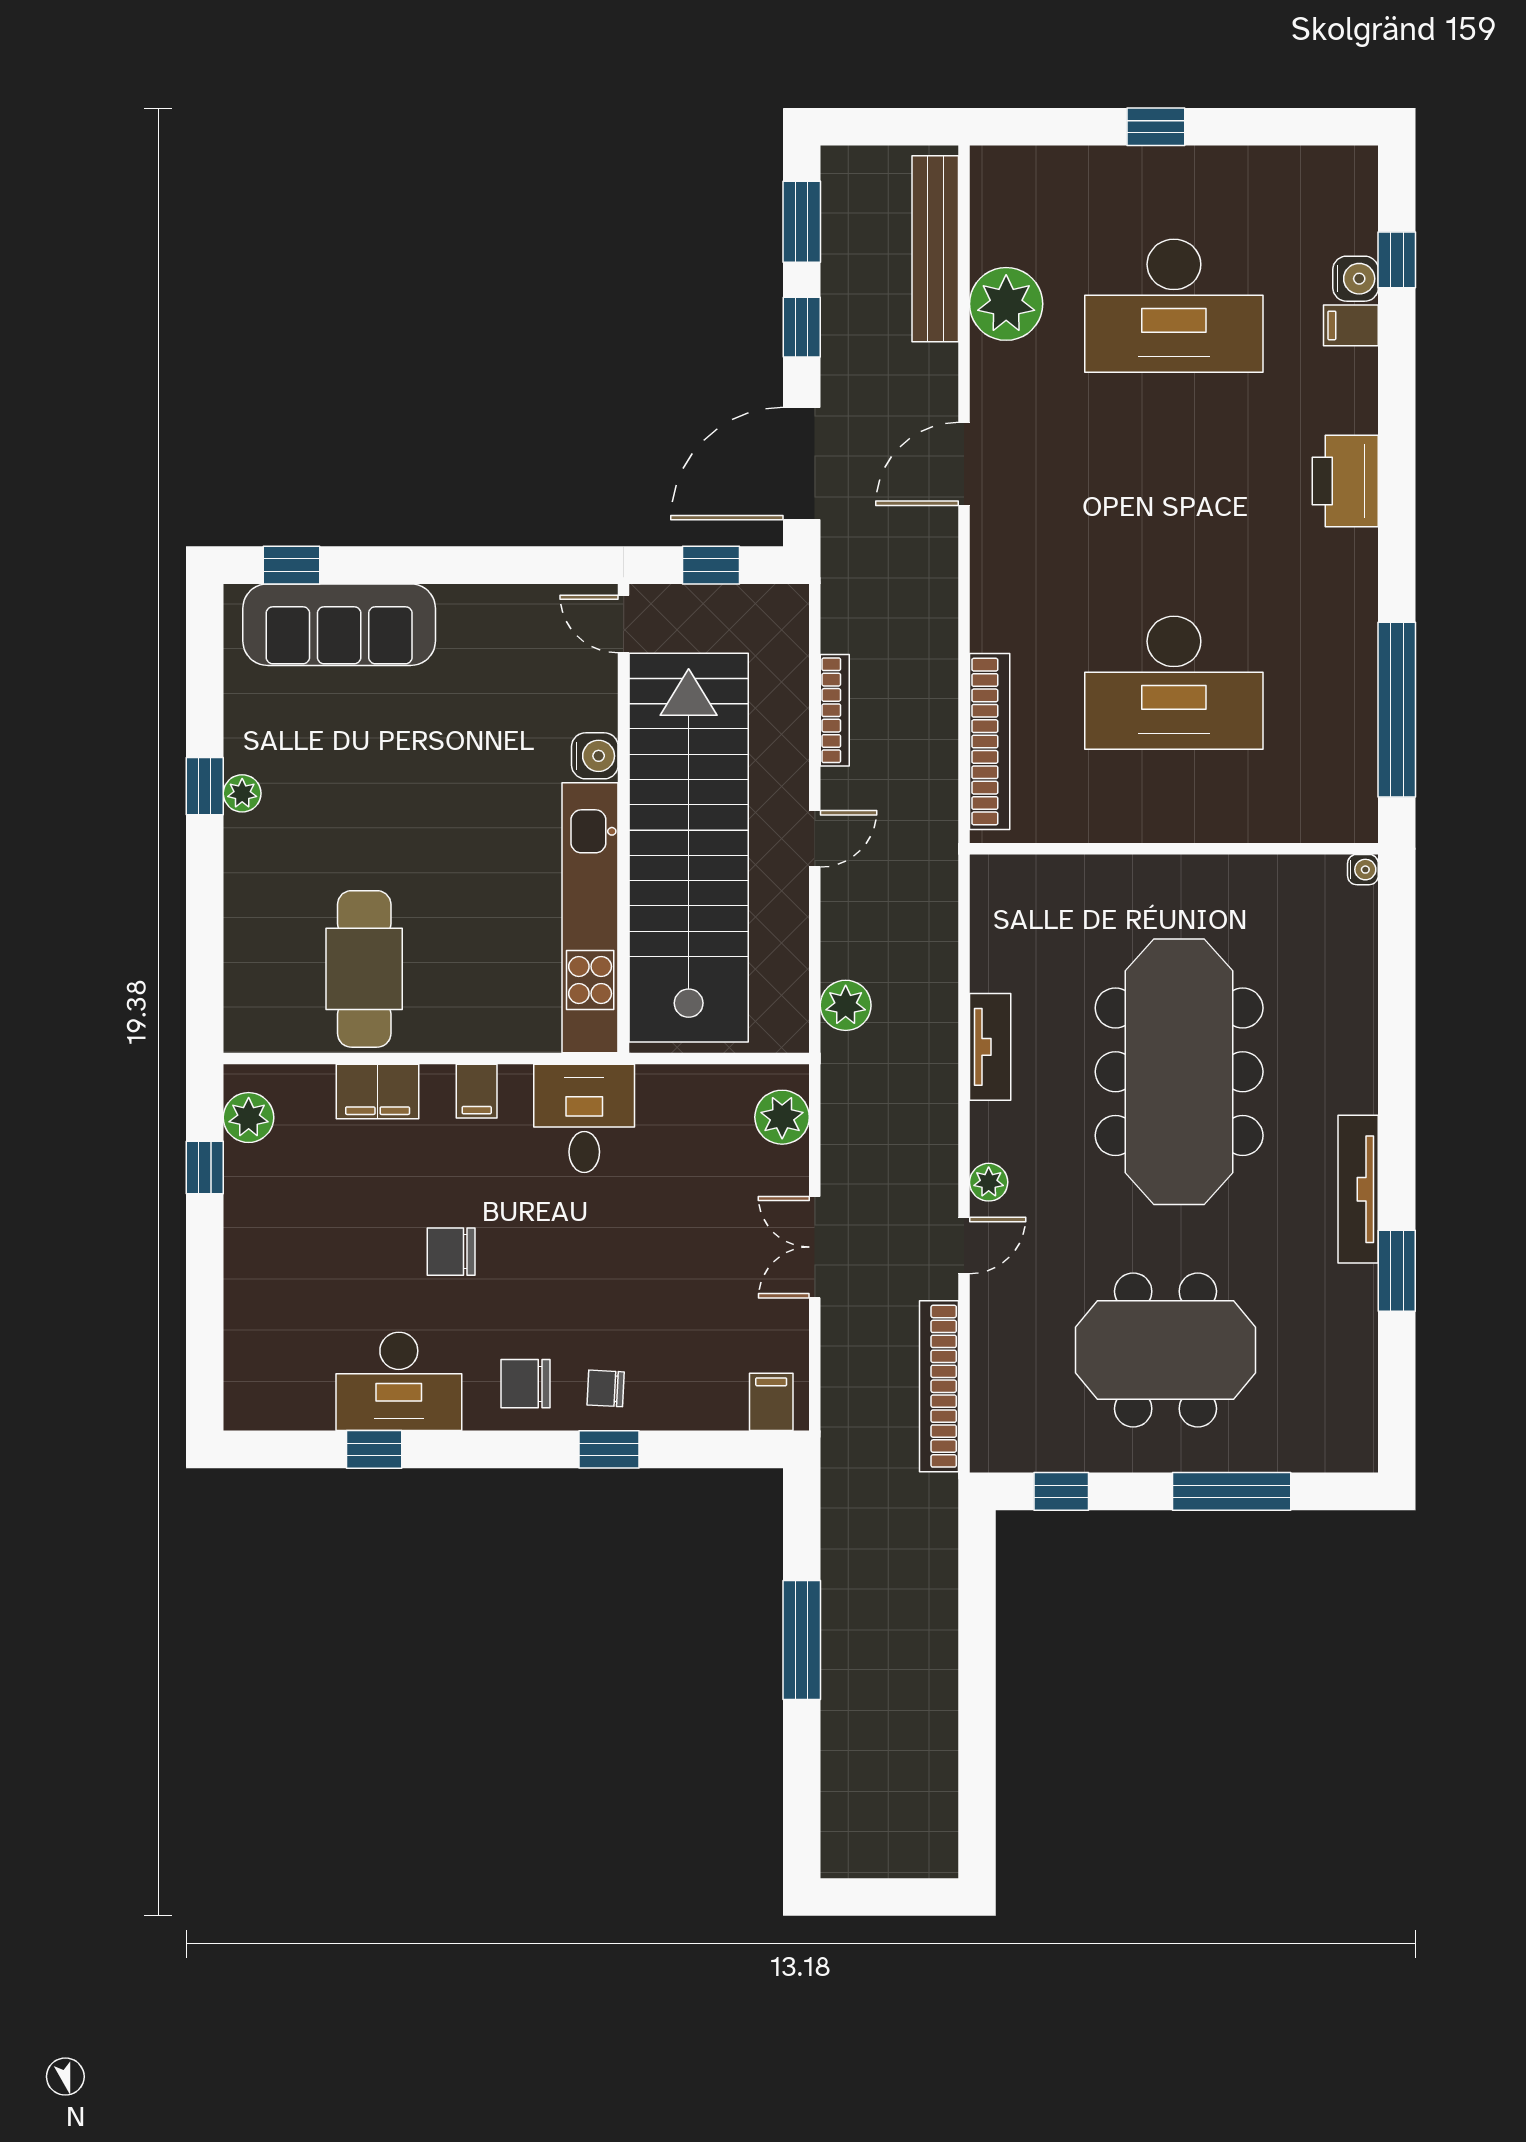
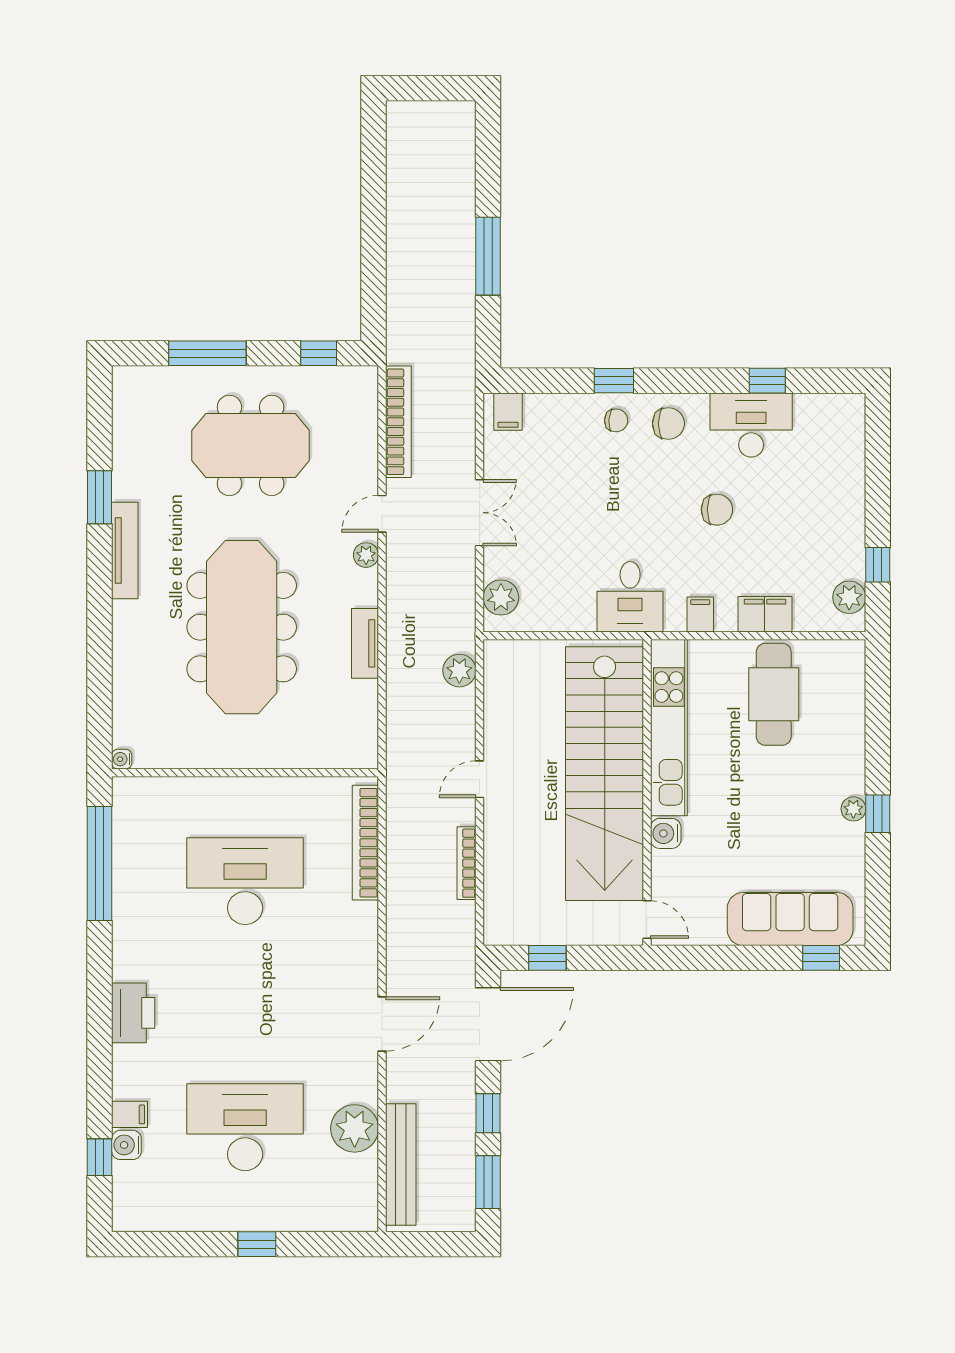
door: (624, 624) -> (647, 919), moved
water cooler: (595, 756) -> (666, 833), moved
wall: (624, 818) -> (647, 793), moved
stairs: (689, 848) -> (605, 774), moved
kitchen unit: (590, 918) -> (669, 728), moved

